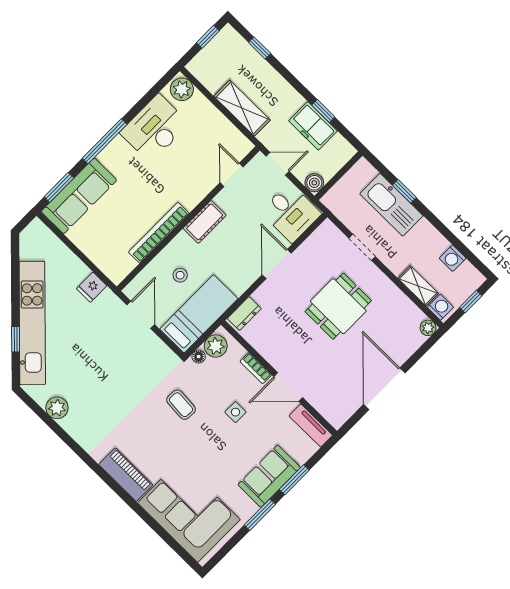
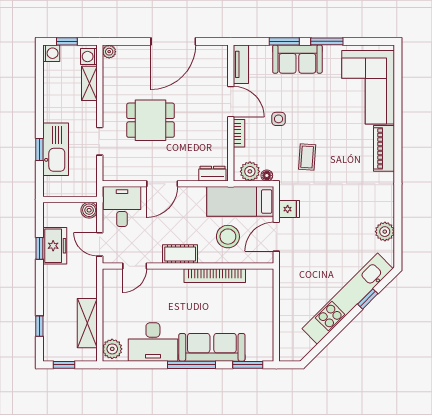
shelving: (242, 108) -> (87, 323), moved
sofa: (79, 196) -> (212, 347), moved
washing machine: (453, 258) -> (51, 53), moved
stool: (180, 275) -> (228, 237), width x1.89, depth x1.89
fridge: (92, 287) -> (289, 209), moved

